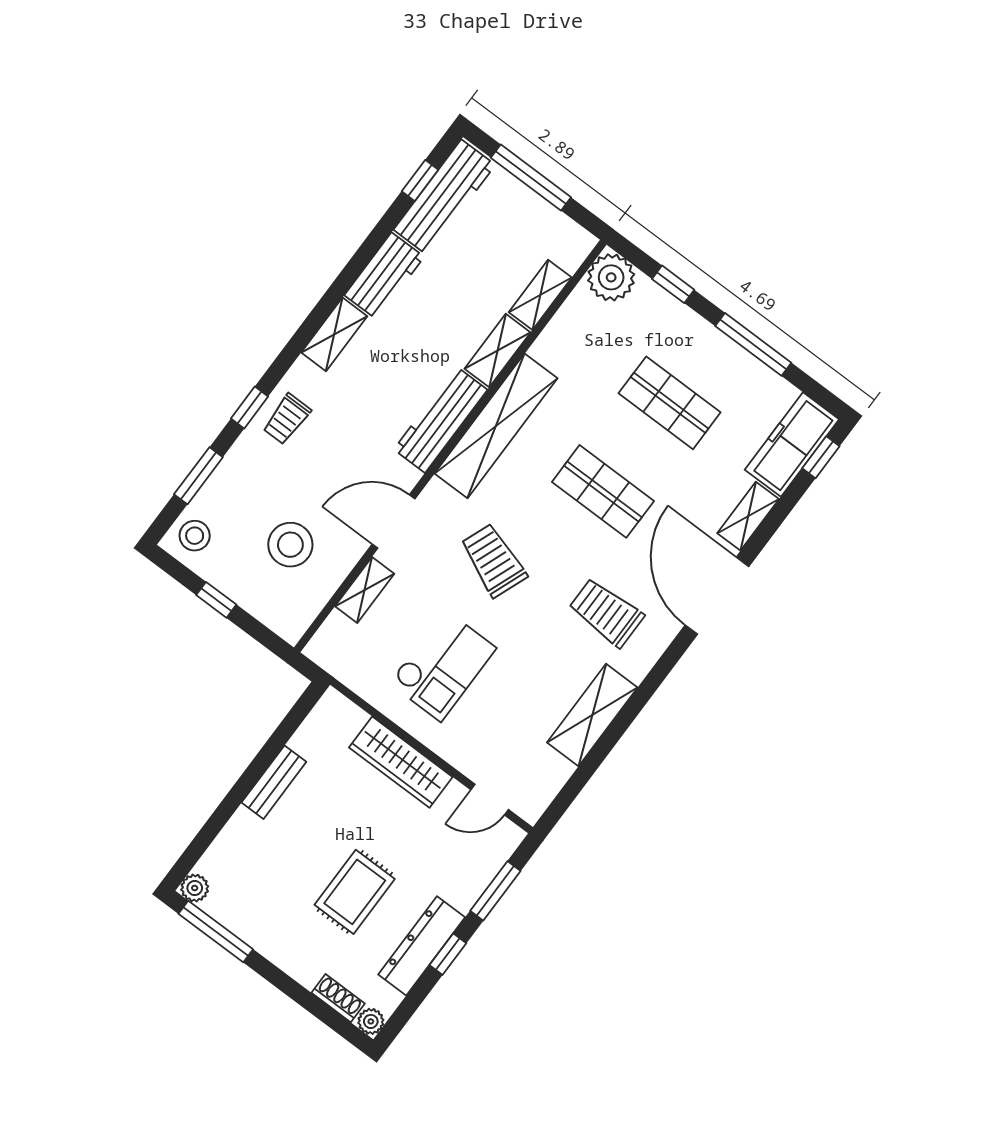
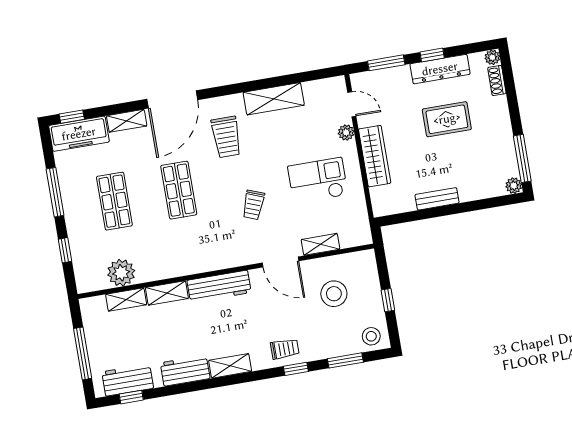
workbench: (444, 197) -> (128, 380), width x0.73
plant: (611, 277) -> (121, 273), moved
shelving: (496, 426) -> (198, 261), removed
trolley: (494, 560) -> (253, 205), width x0.73, depth x0.72
plant: (464, 758) -> (346, 132), added

